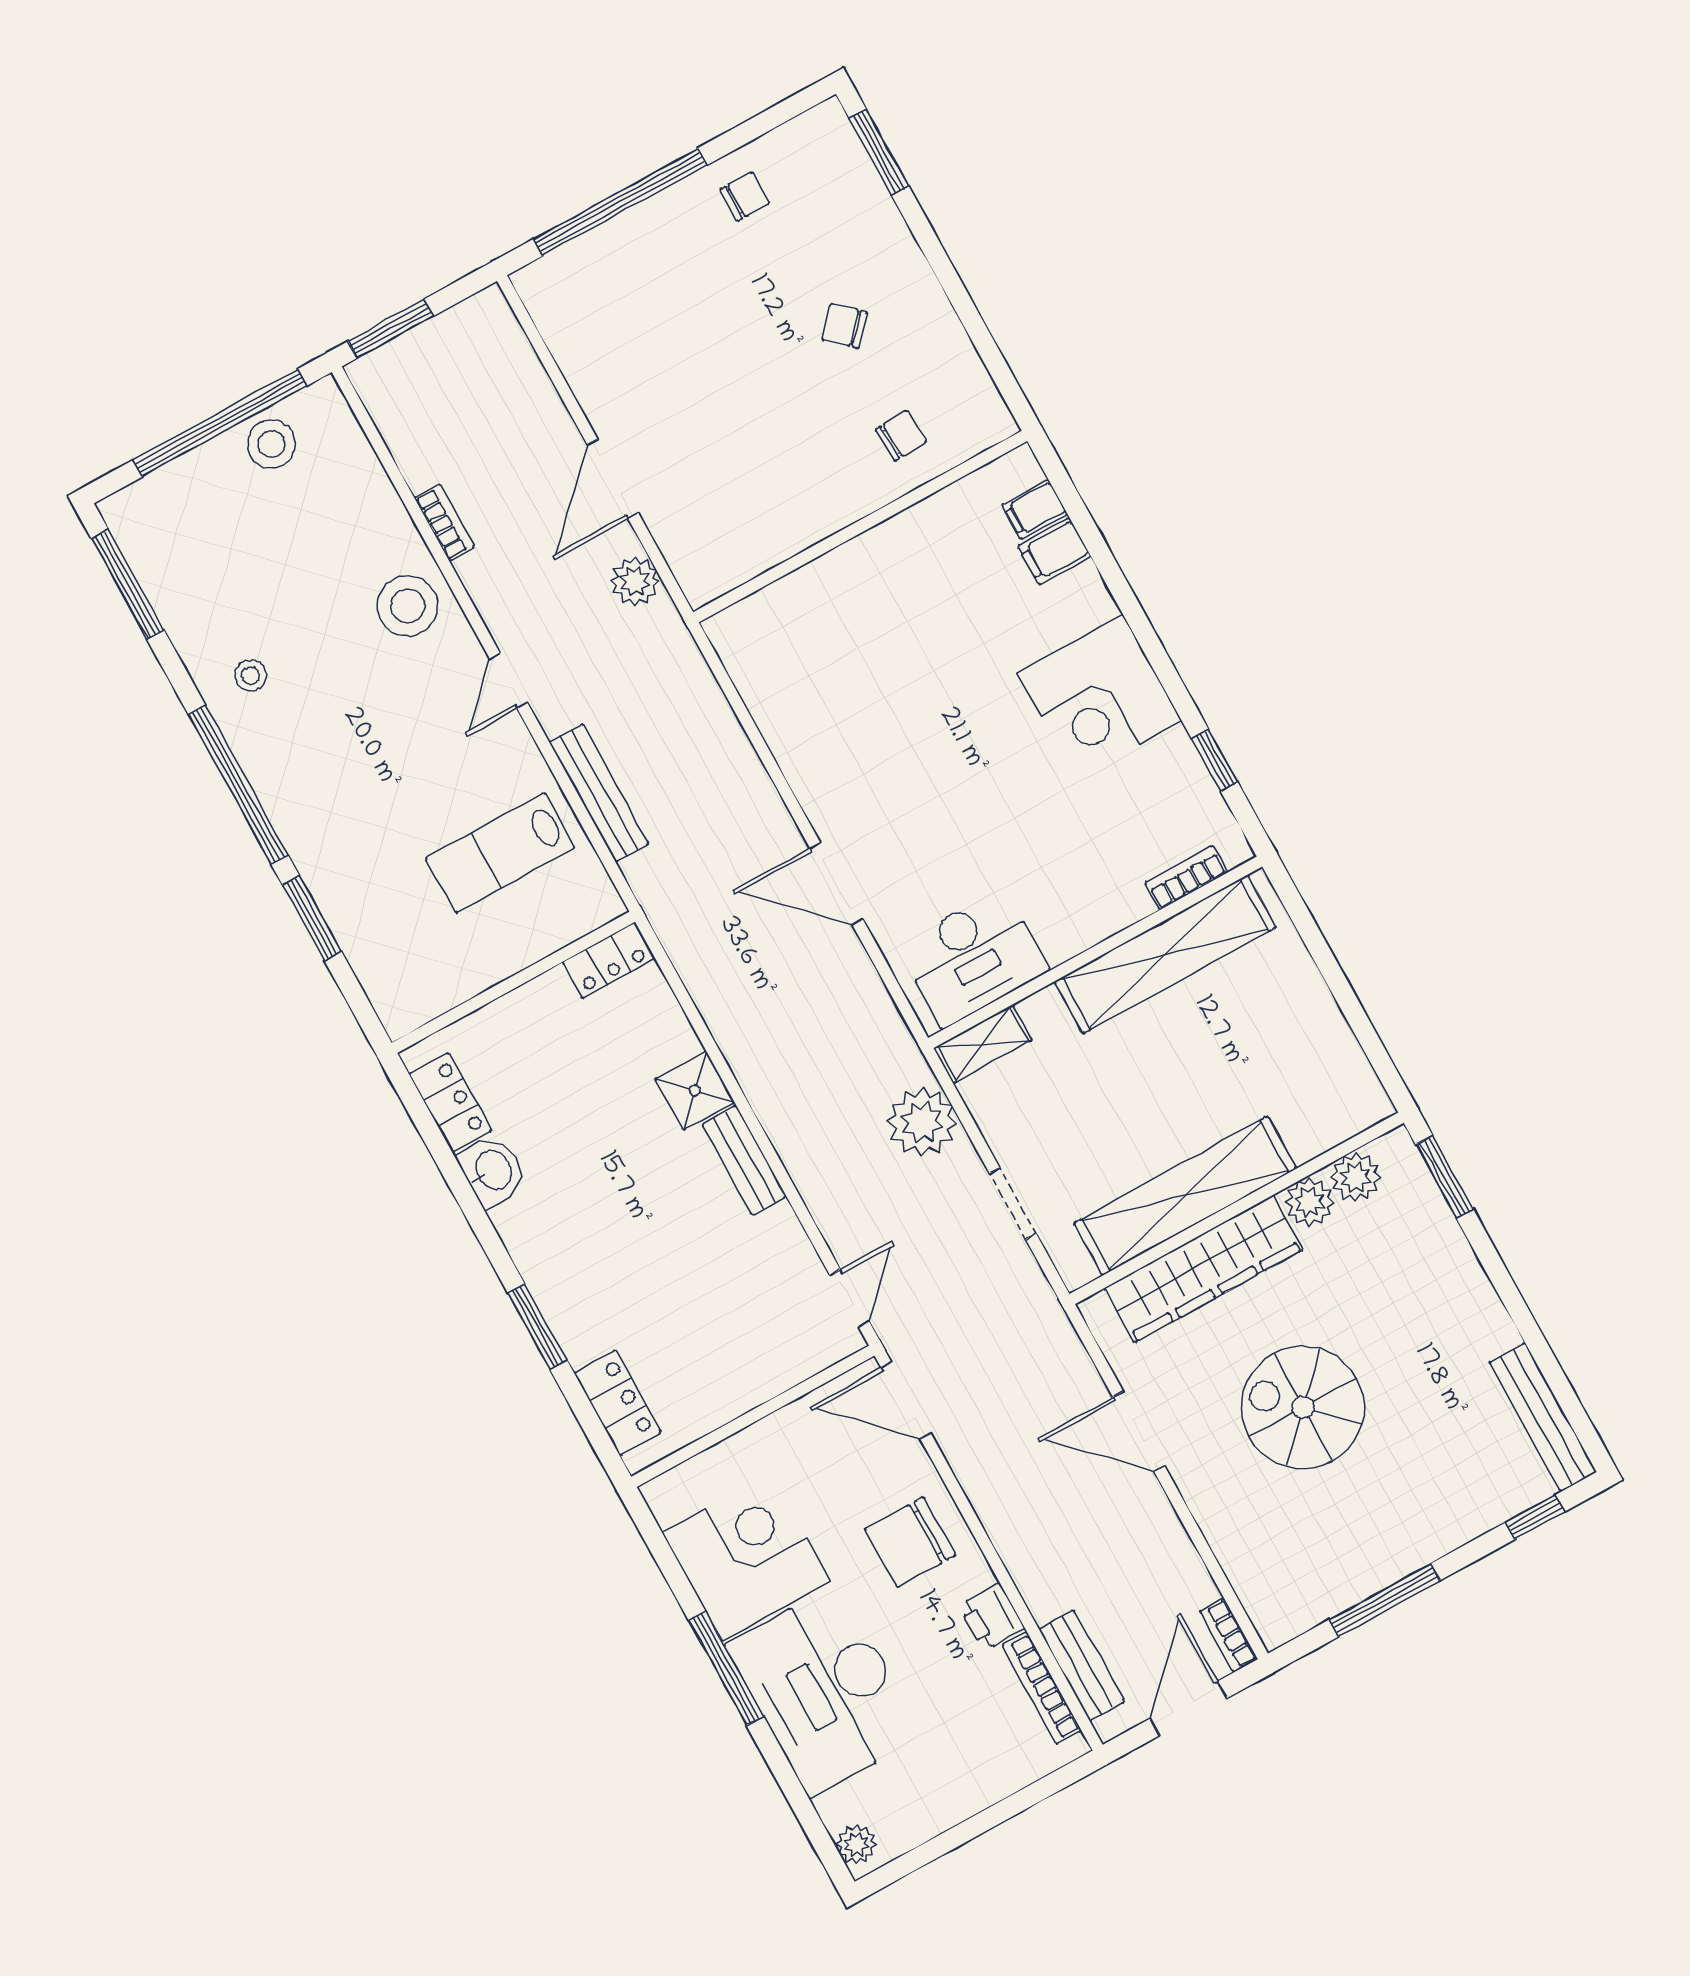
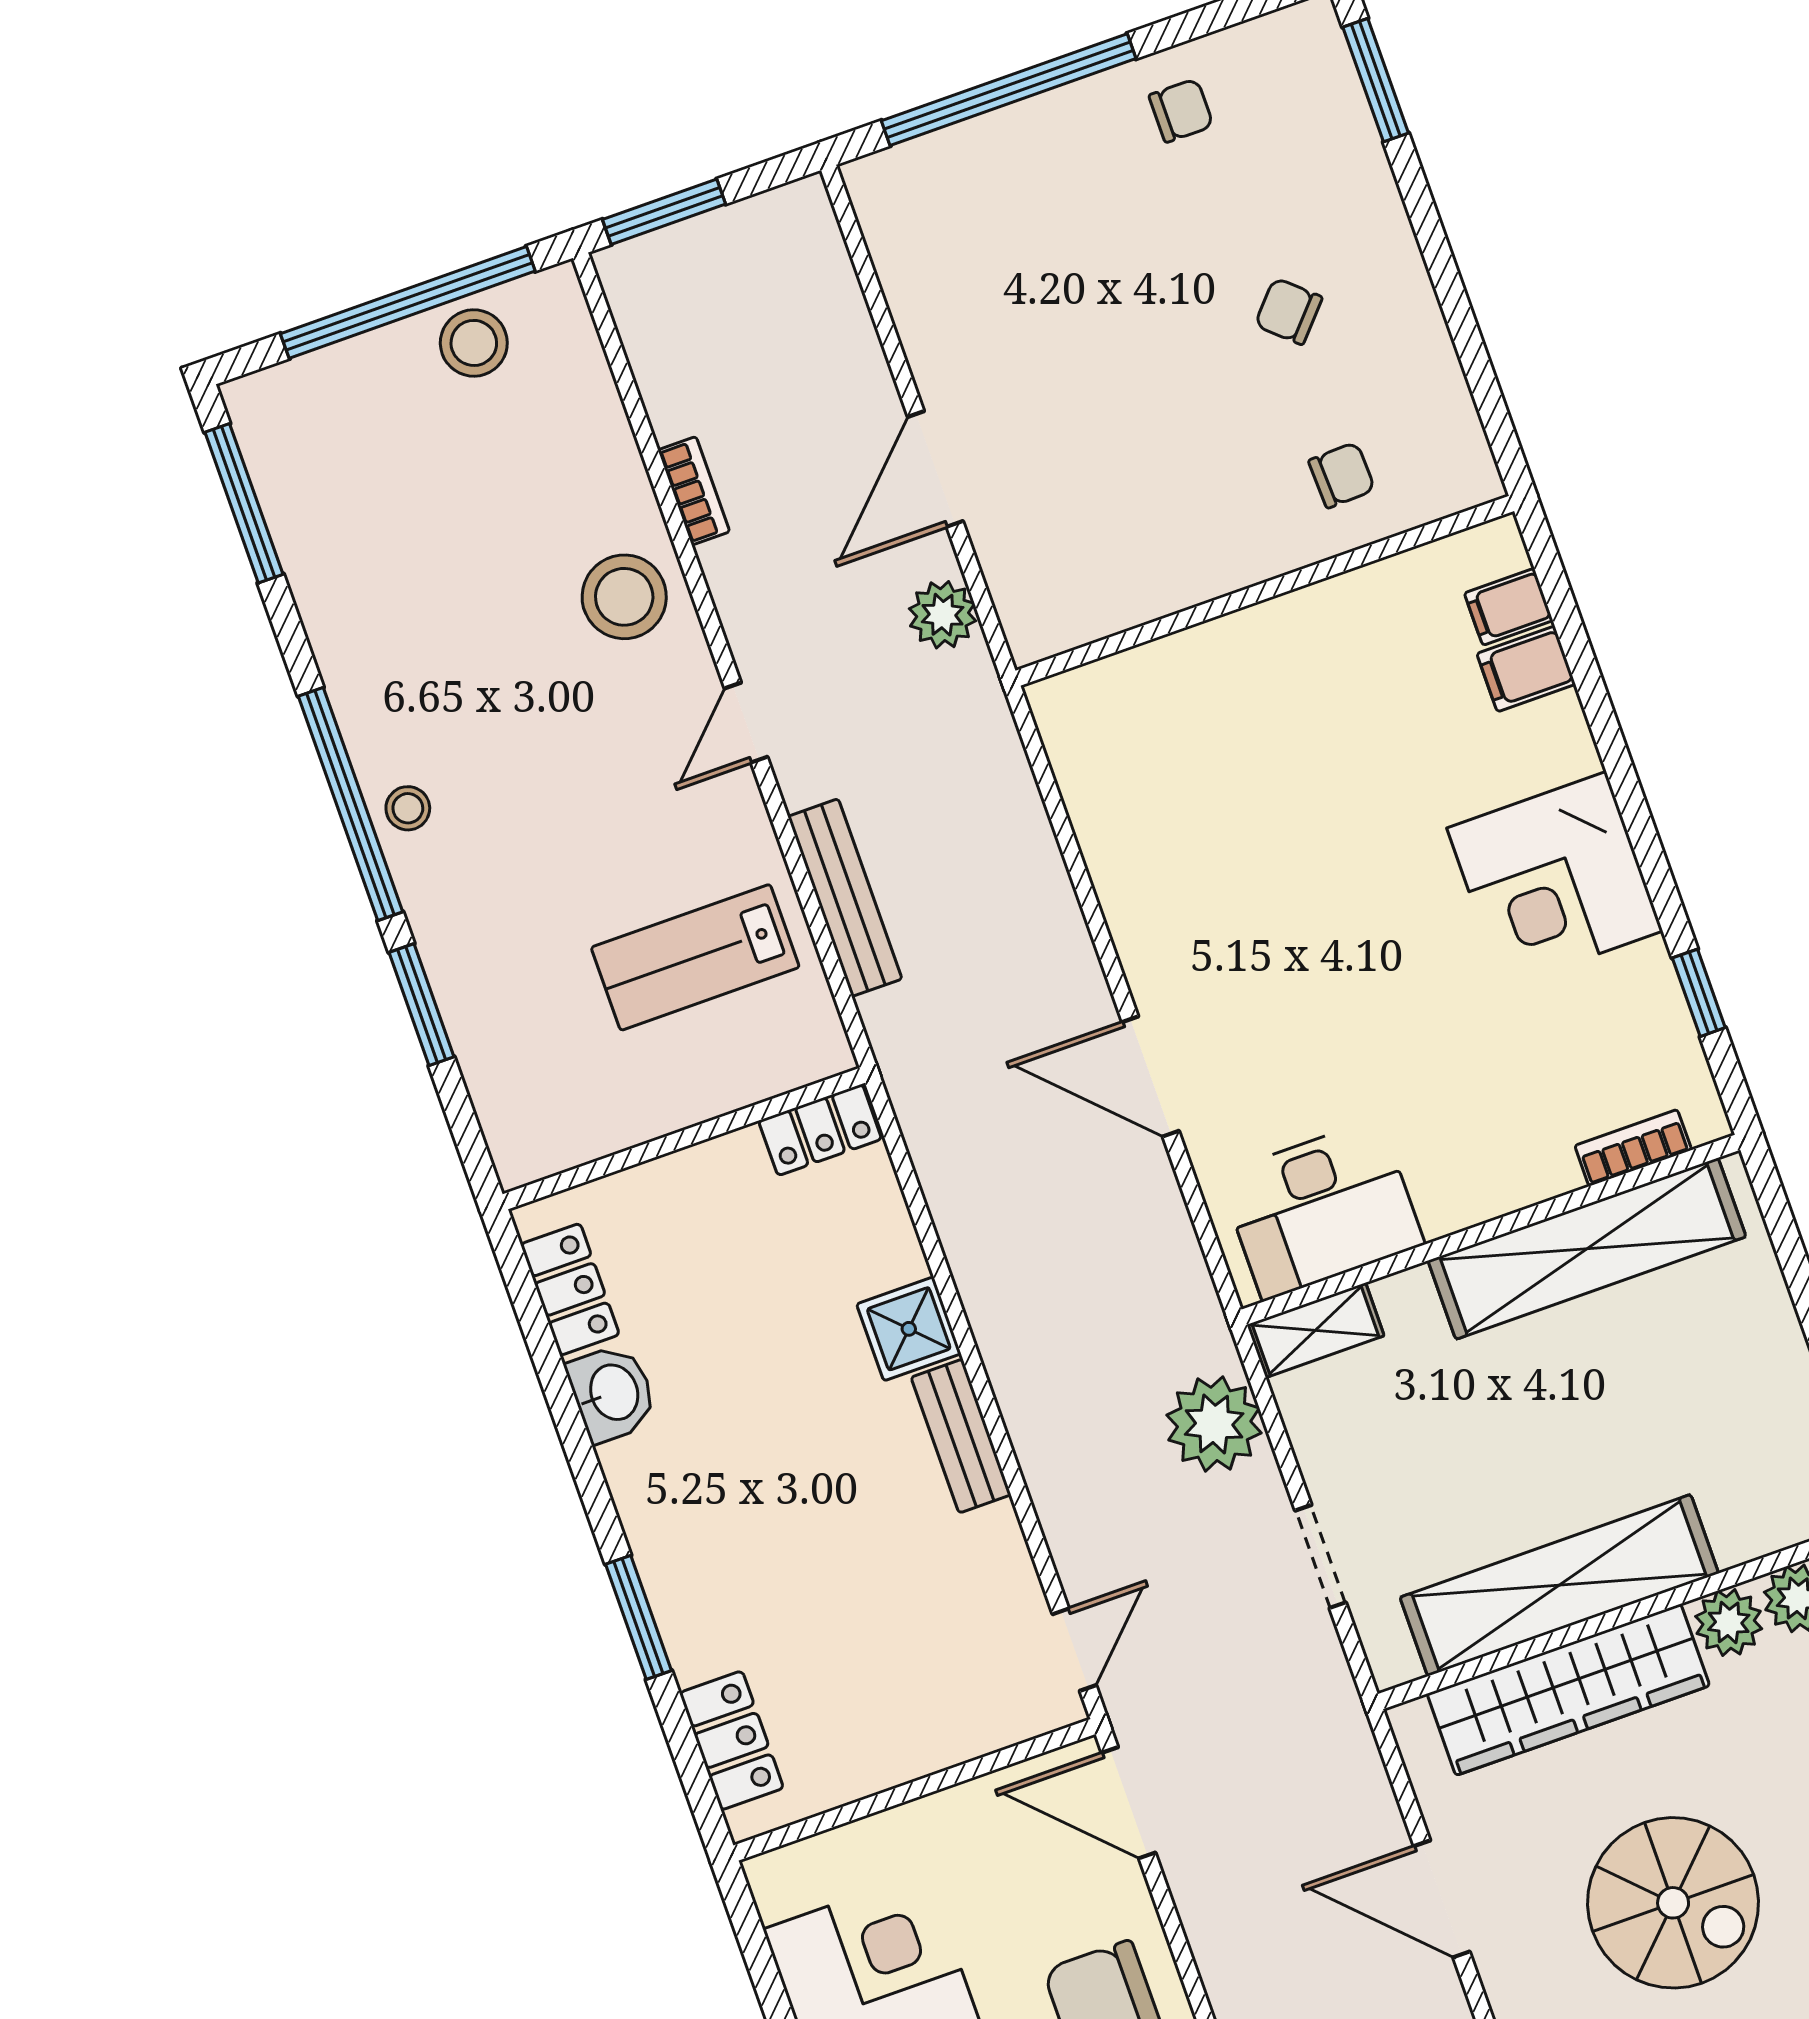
stool: (251, 675) -> (408, 808), moved
spiral stairs: (1303, 1407) -> (1673, 1903), turned 180

